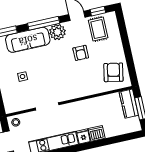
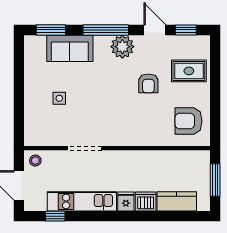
rug: (98, 29) -> (189, 71), moved, turned 90
sofa: (28, 40) -> (70, 48), width x0.73
armchair: (113, 72) -> (188, 121), turned -101
kitchen counter: (129, 104) -> (177, 201), moved, turned 90

